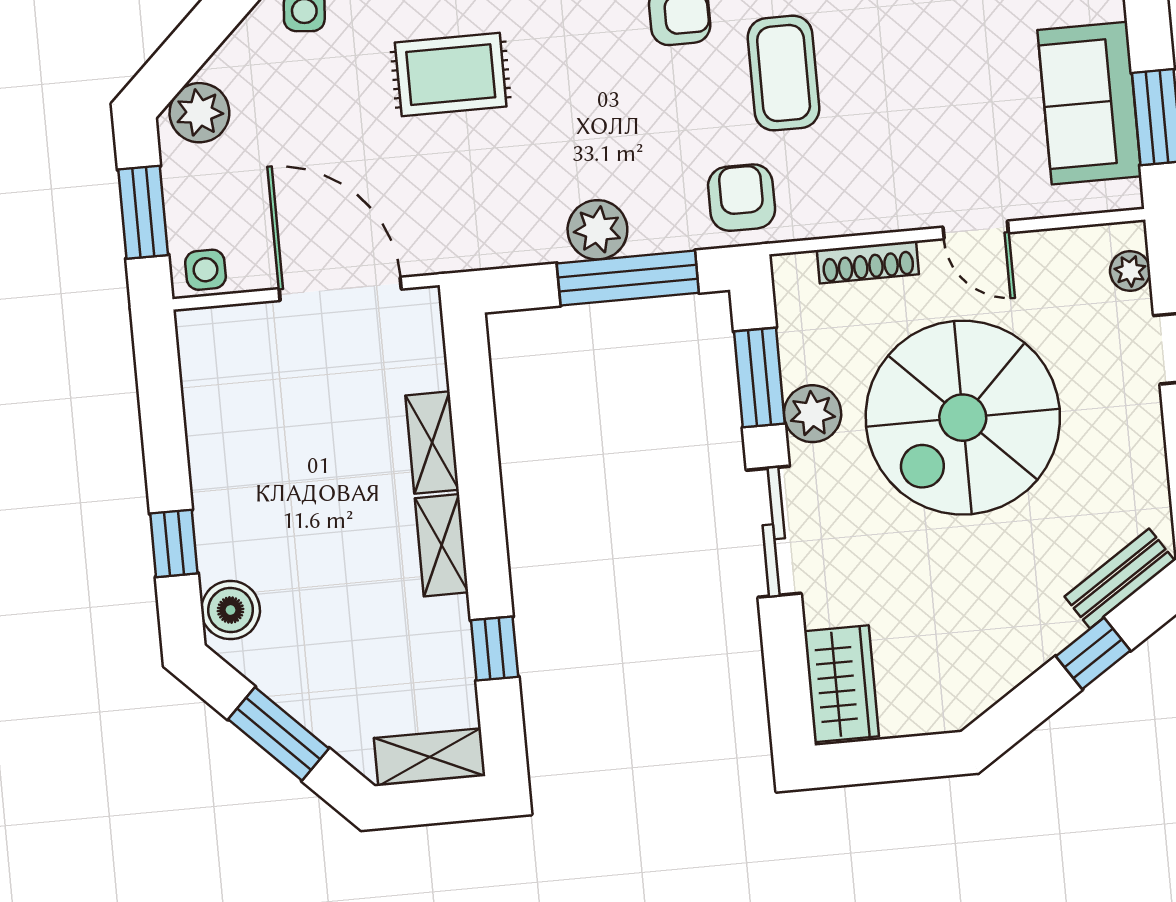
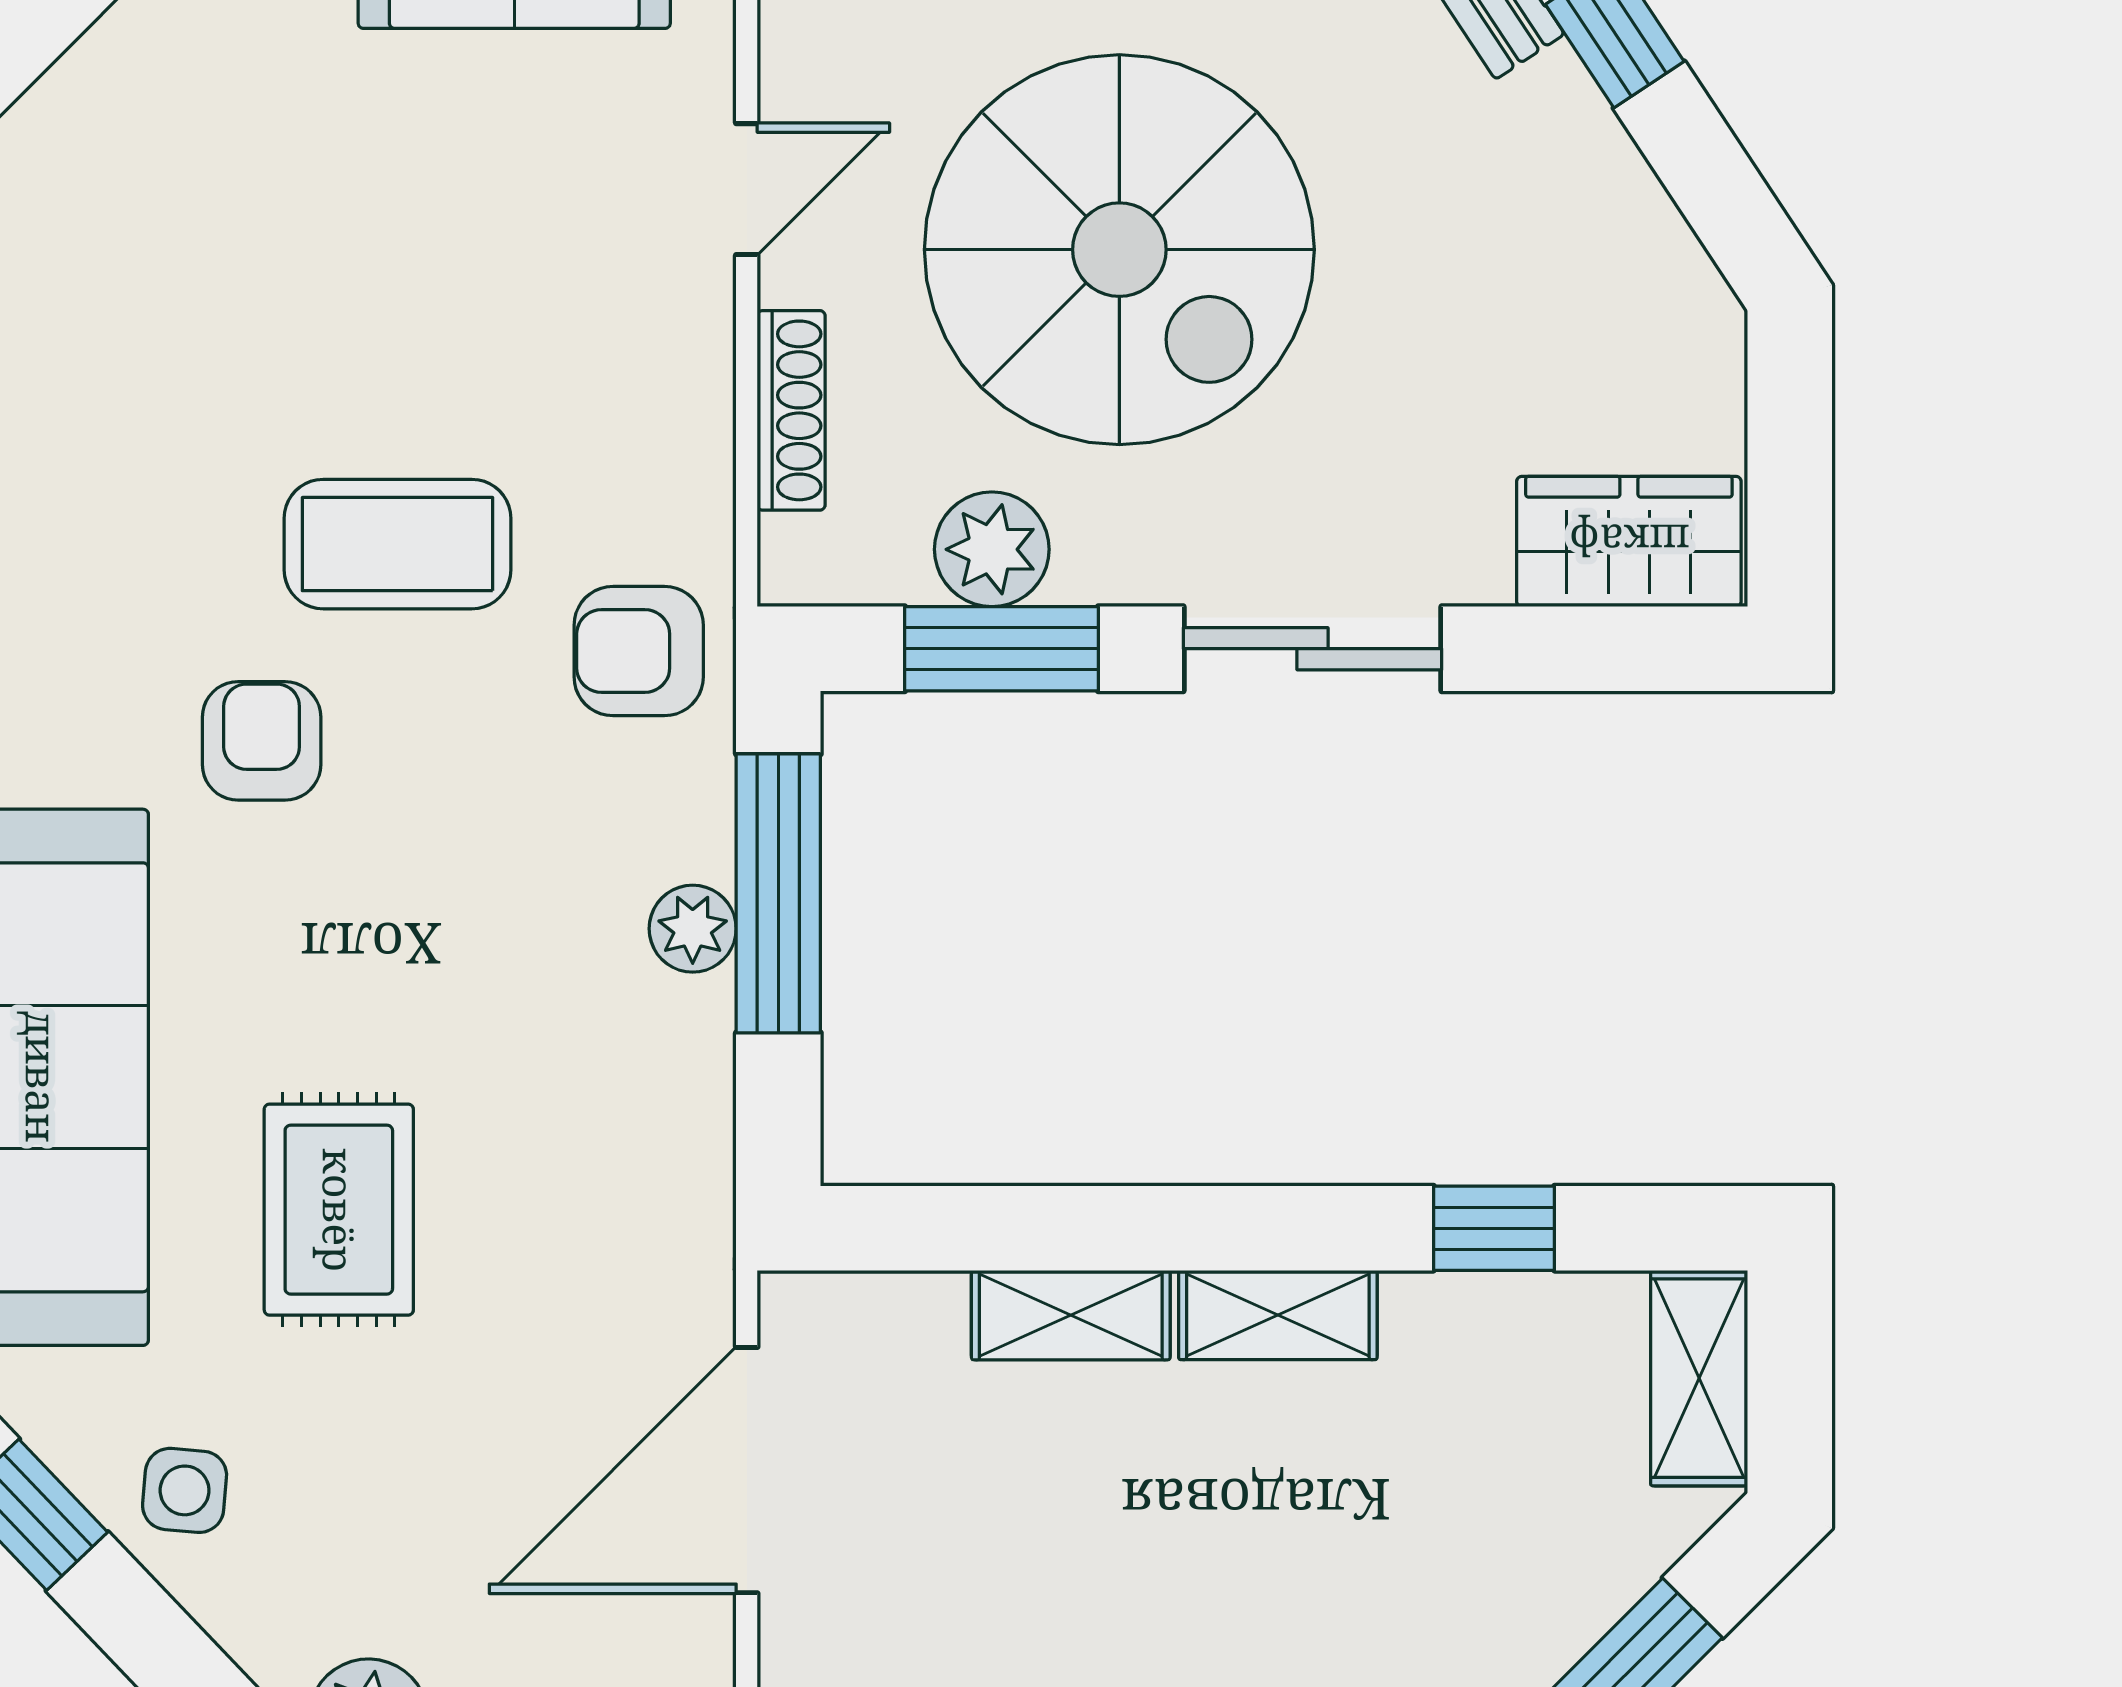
plant: (597, 230) -> (693, 929), width x0.73, depth x0.73
plant: (813, 414) -> (992, 549), moved

